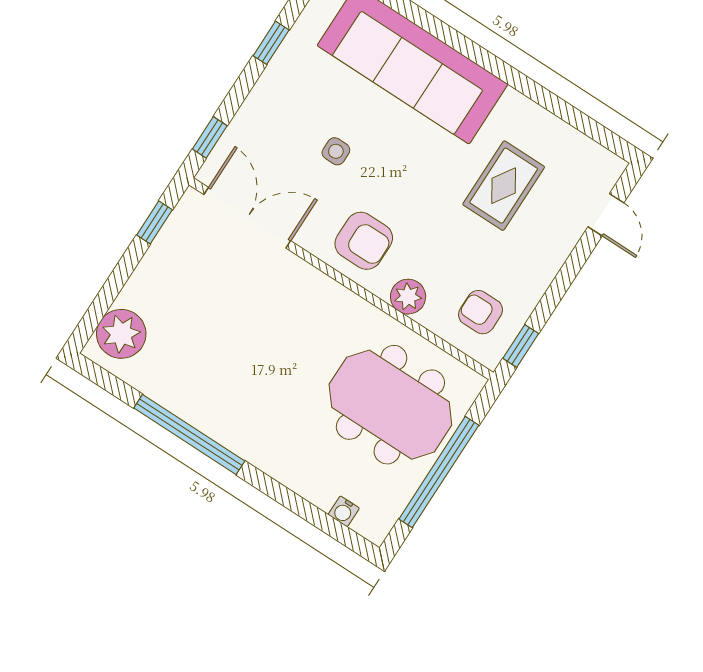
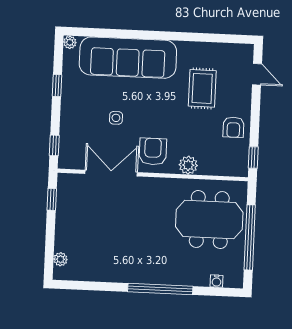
double door: (247, 218) -> (111, 173), moved
armchair: (364, 241) -> (153, 151), turned -90
armchair: (481, 312) -> (233, 127), moved, turned -90
plant: (121, 334) -> (60, 259), width x0.53, depth x0.53
window: (189, 435) -> (160, 289), moved

